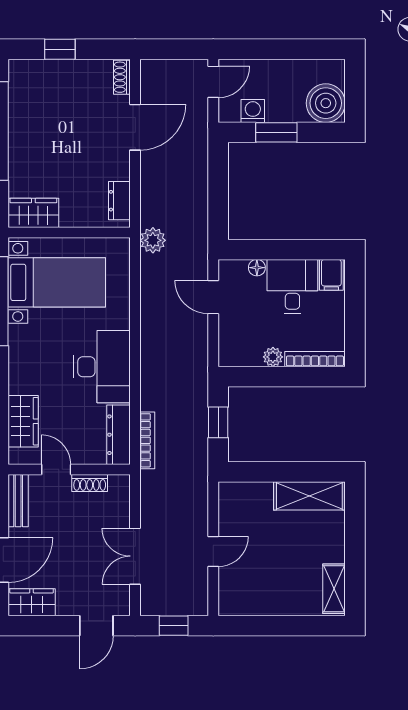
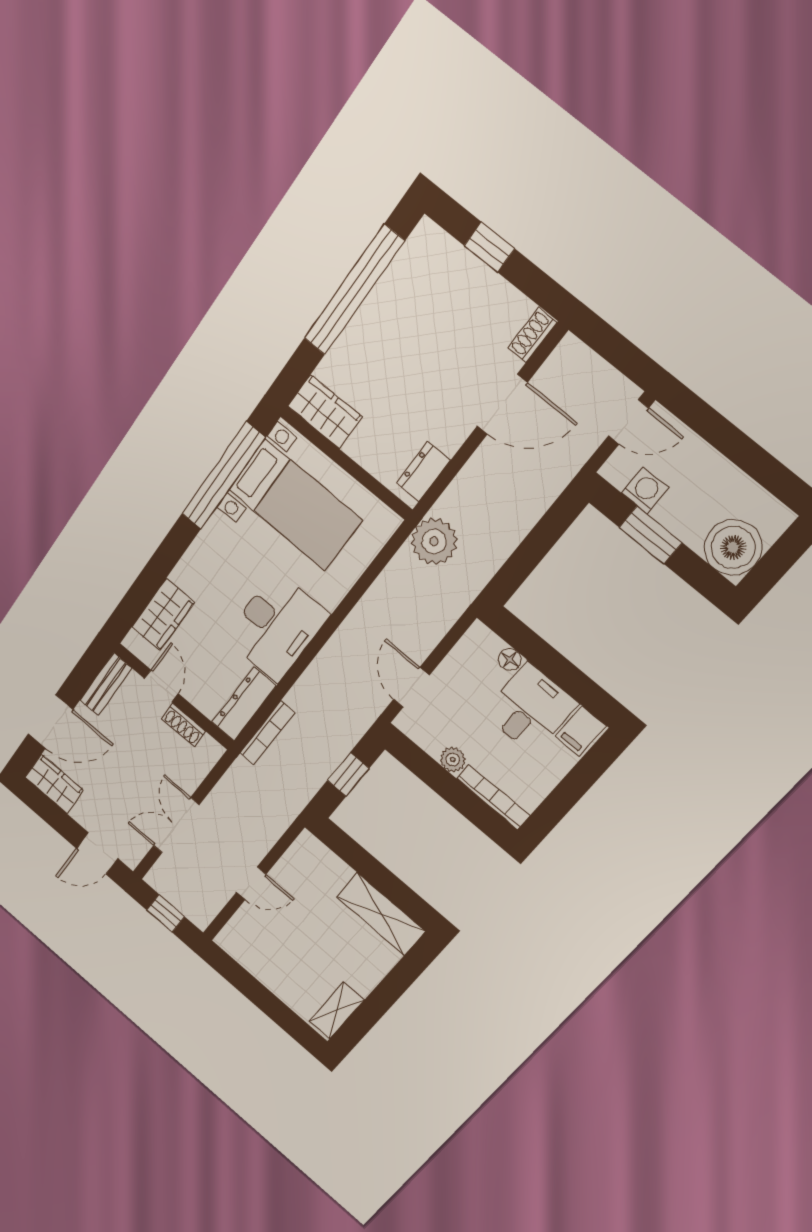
plant: (153, 240) -> (434, 541), width x1.36, depth x1.36
door: (213, 297) -> (411, 687), moved

